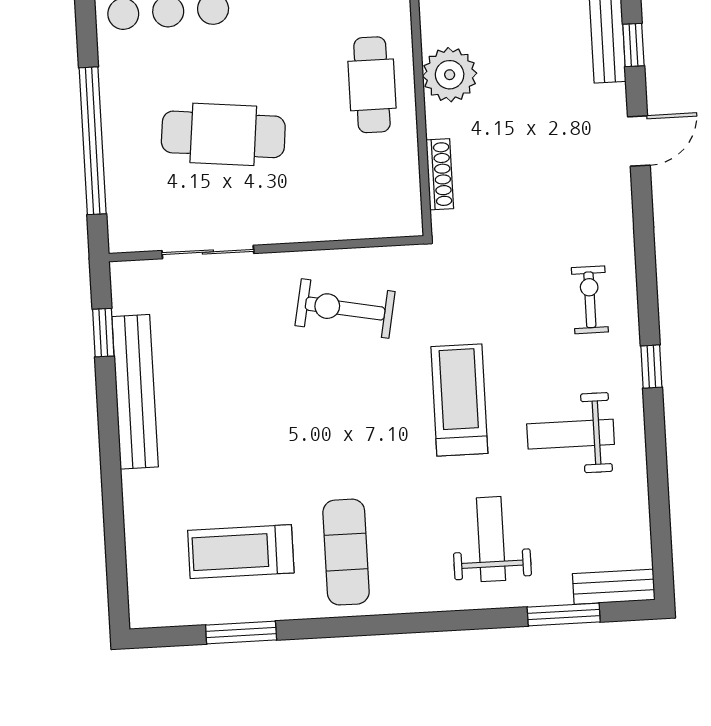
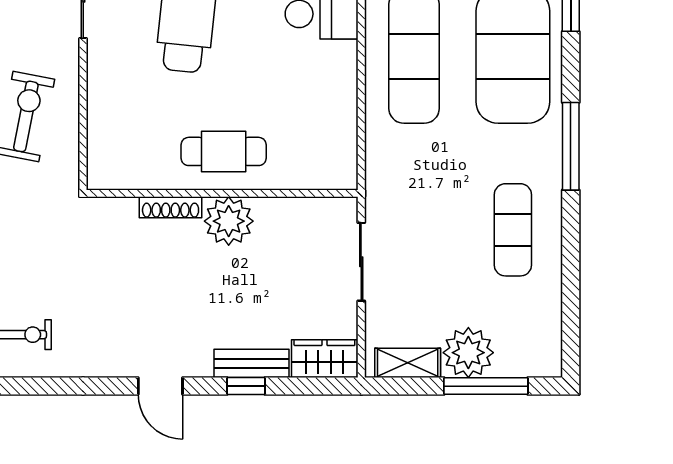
shoe rack: (440, 174) -> (171, 207), moved

